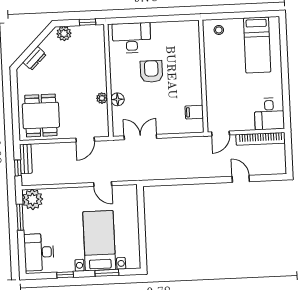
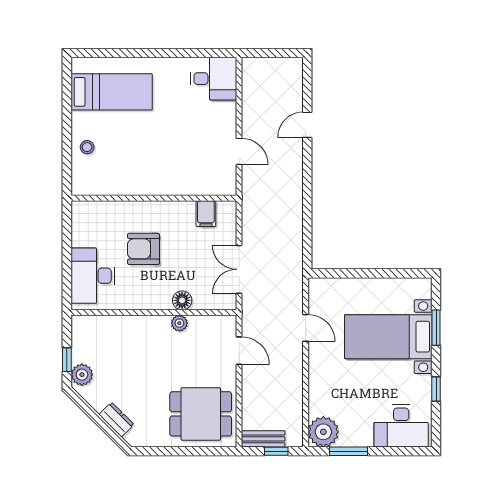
window: (88, 22) -> (67, 360), moved
wall: (203, 76) -> (154, 198), moved
filing cabinet: (194, 112) -> (206, 214), moved
bookcase: (261, 139) -> (250, 93), removed
door: (103, 184) -> (306, 328), hinge flipped

